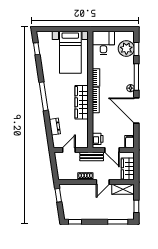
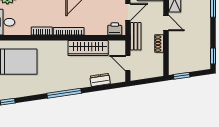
wardrobe: (82, 102) -> (88, 48), moved

